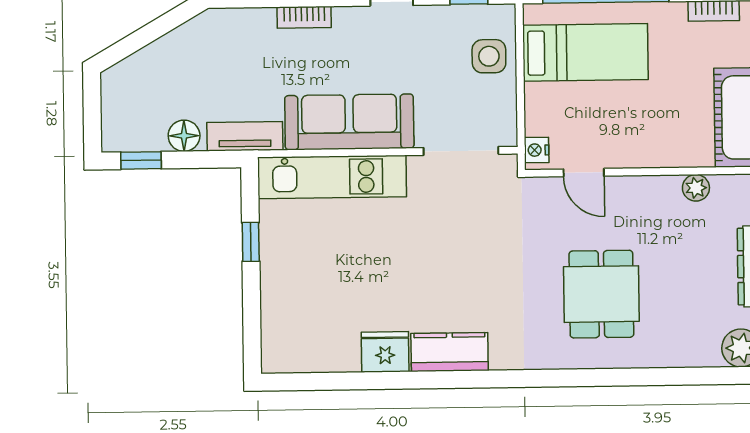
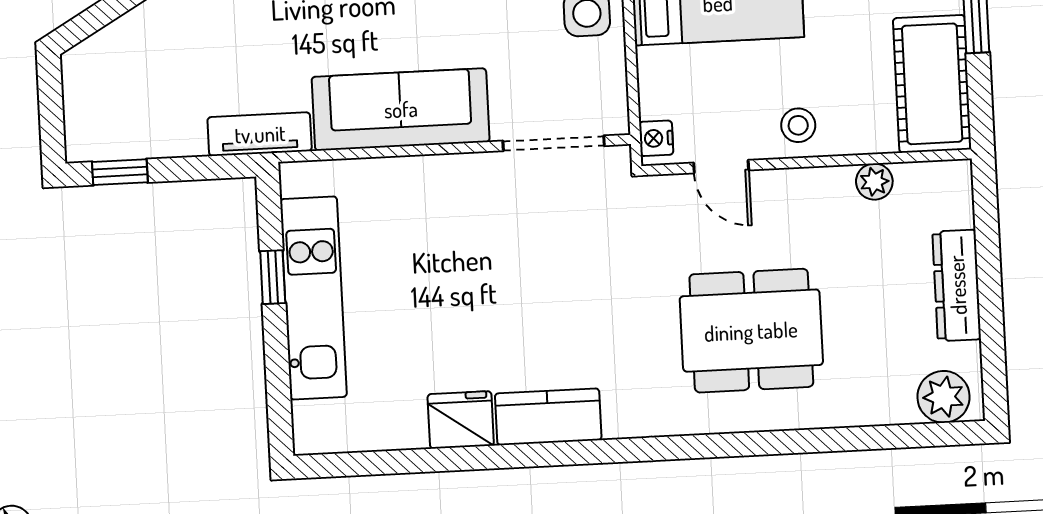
floor lamp: (184, 136) -> (177, 136), removed
stool: (641, 144) -> (798, 125), added
kitchen unit: (332, 177) -> (313, 298), moved, turned -90
dining table: (601, 294) -> (751, 331), width x1.38

